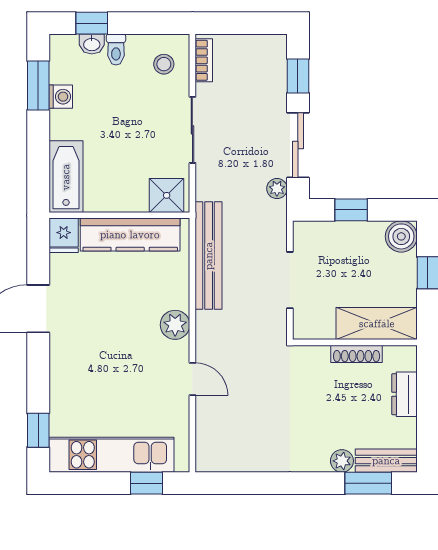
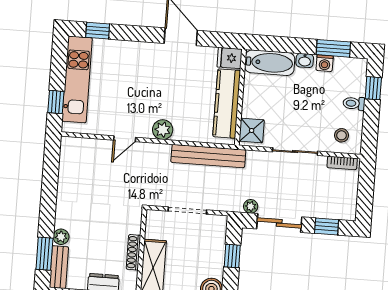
washbasin: (92, 44) -> (305, 61), moved, turned -90

